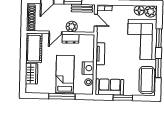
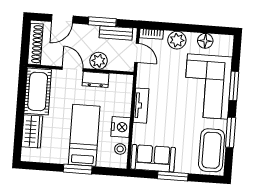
plant: (151, 11) -> (177, 40), moved
door: (55, 33) -> (73, 69), swing flipped
window: (62, 96) -> (78, 169), width x0.69

